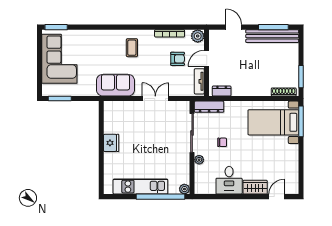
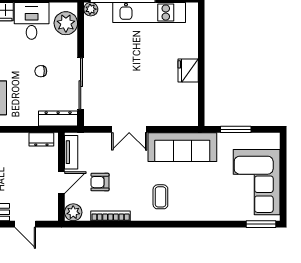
sofa: (115, 85) -> (182, 147), width x1.36
window: (60, 99) -> (236, 129), moved
plant: (199, 160) -> (66, 23), moved, width x1.88, depth x1.88

